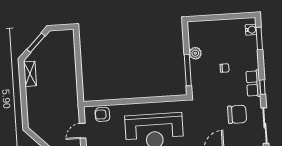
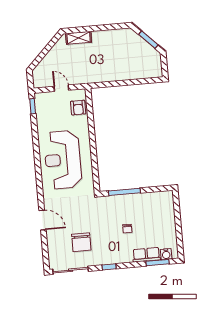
plant: (195, 53) -> (141, 199), removed
shelving: (30, 74) -> (79, 38), moved
row of seats: (253, 83) -> (146, 255), moved
armchair: (102, 114) -> (78, 108), turned 180

